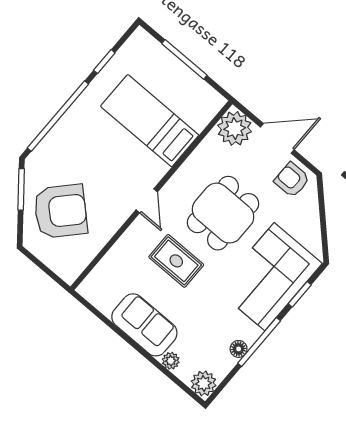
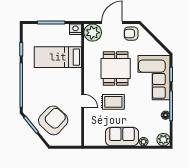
nightstand: (213, 101) -> (75, 29), added
door: (147, 201) -> (83, 101), moved

